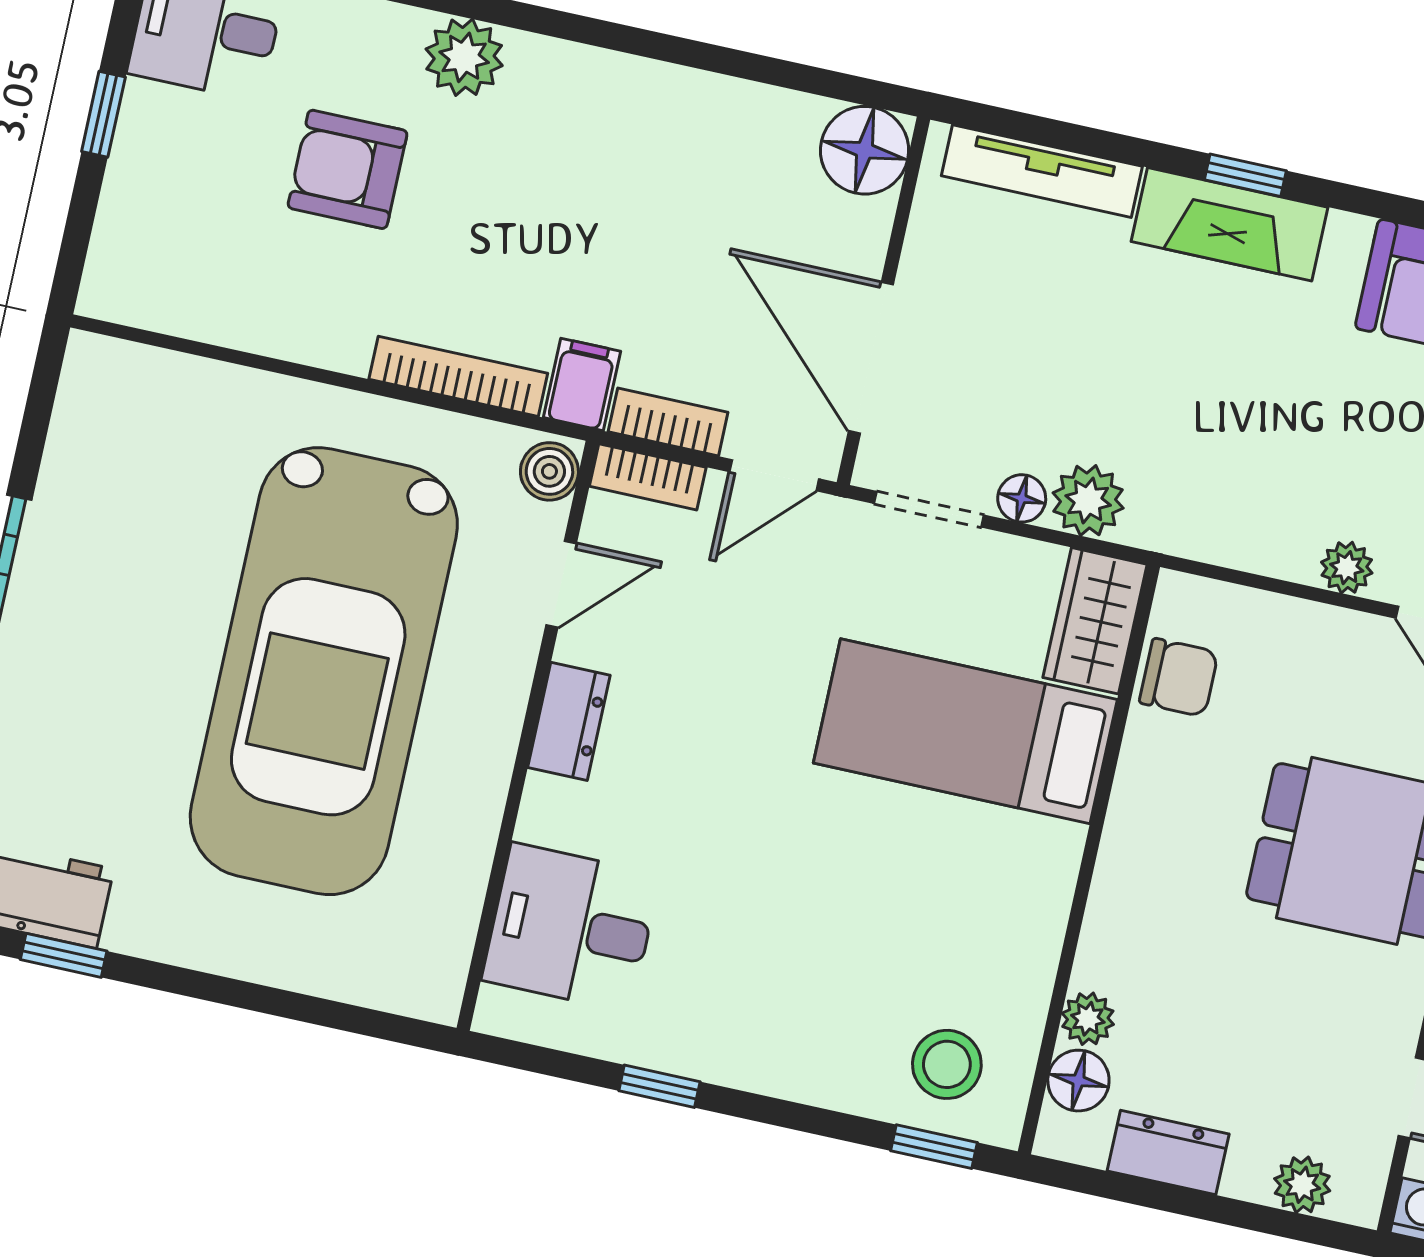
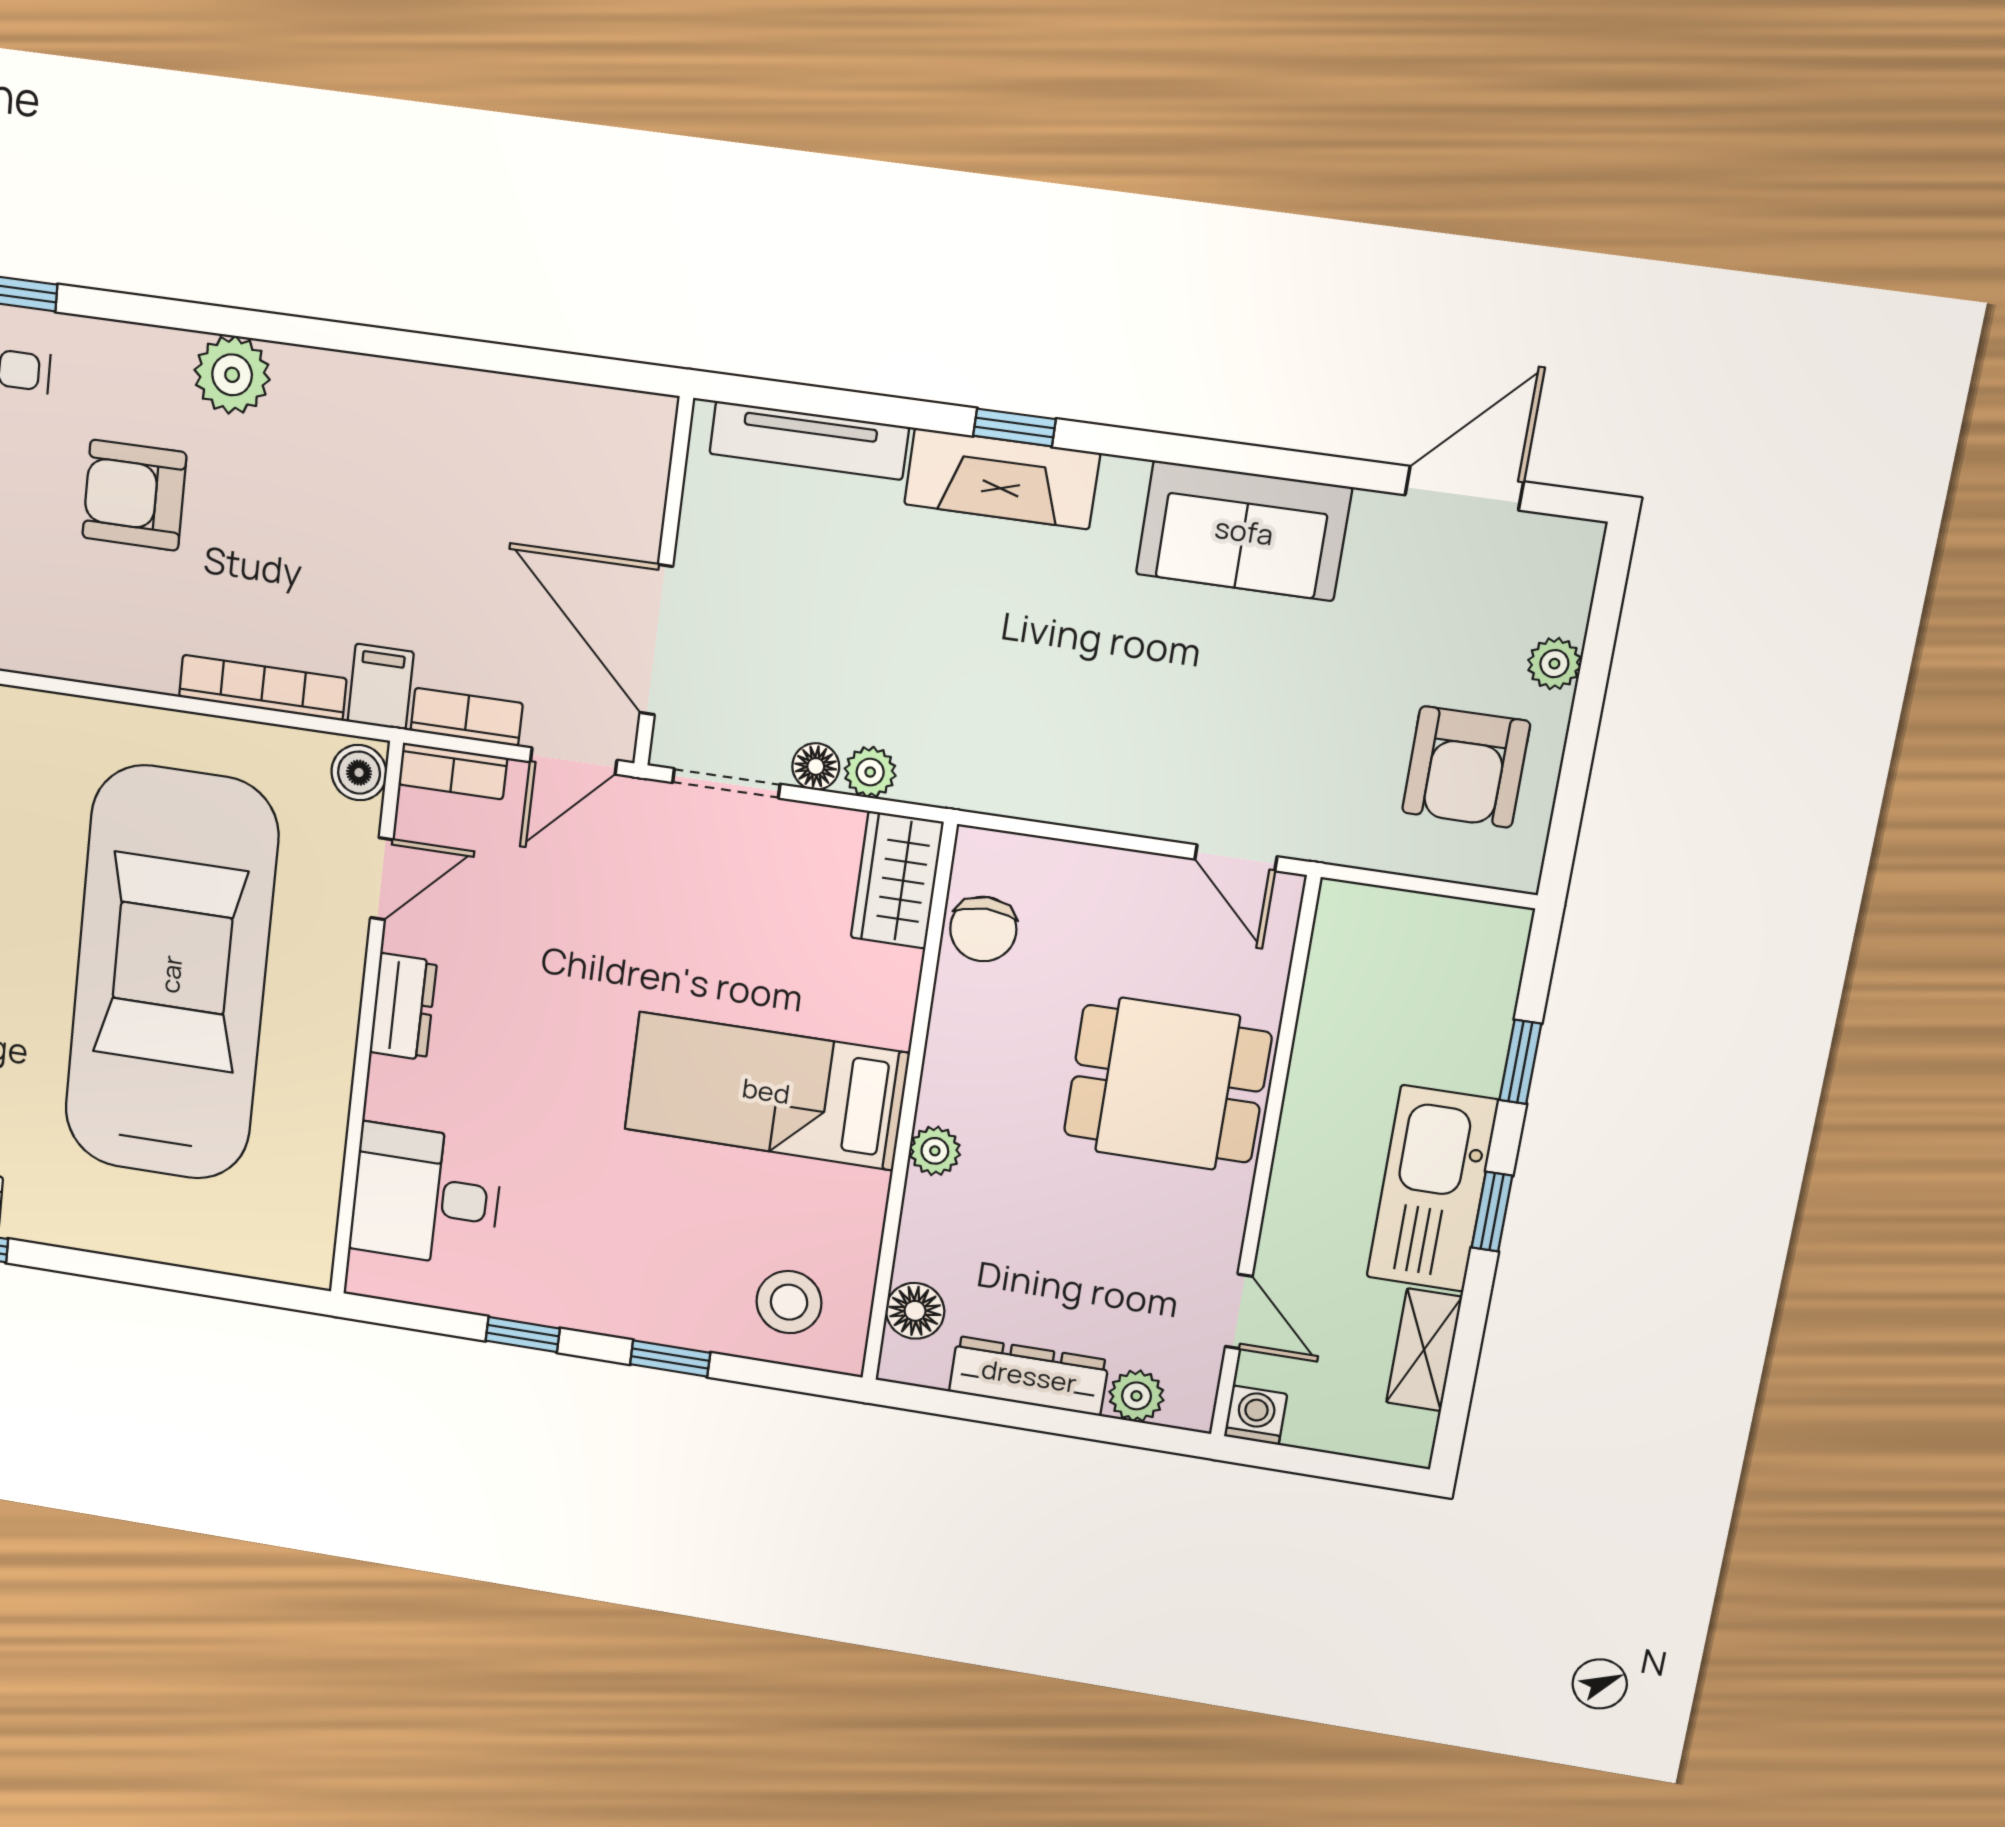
floor lamp: (865, 150) -> (631, 434), removed
plant: (1088, 501) -> (870, 772), width x0.73, depth x0.73
plant: (1347, 568) -> (1143, 812), removed
car: (324, 671) -> (171, 974), turned 180
chair: (1179, 677) -> (983, 929), turned 90
bed: (965, 731) -> (766, 1091), moved
plant: (1088, 1019) -> (935, 1151), moved
window: (934, 1147) -> (670, 1359), moved
dresser: (1168, 1152) -> (1029, 1376), width x1.44

